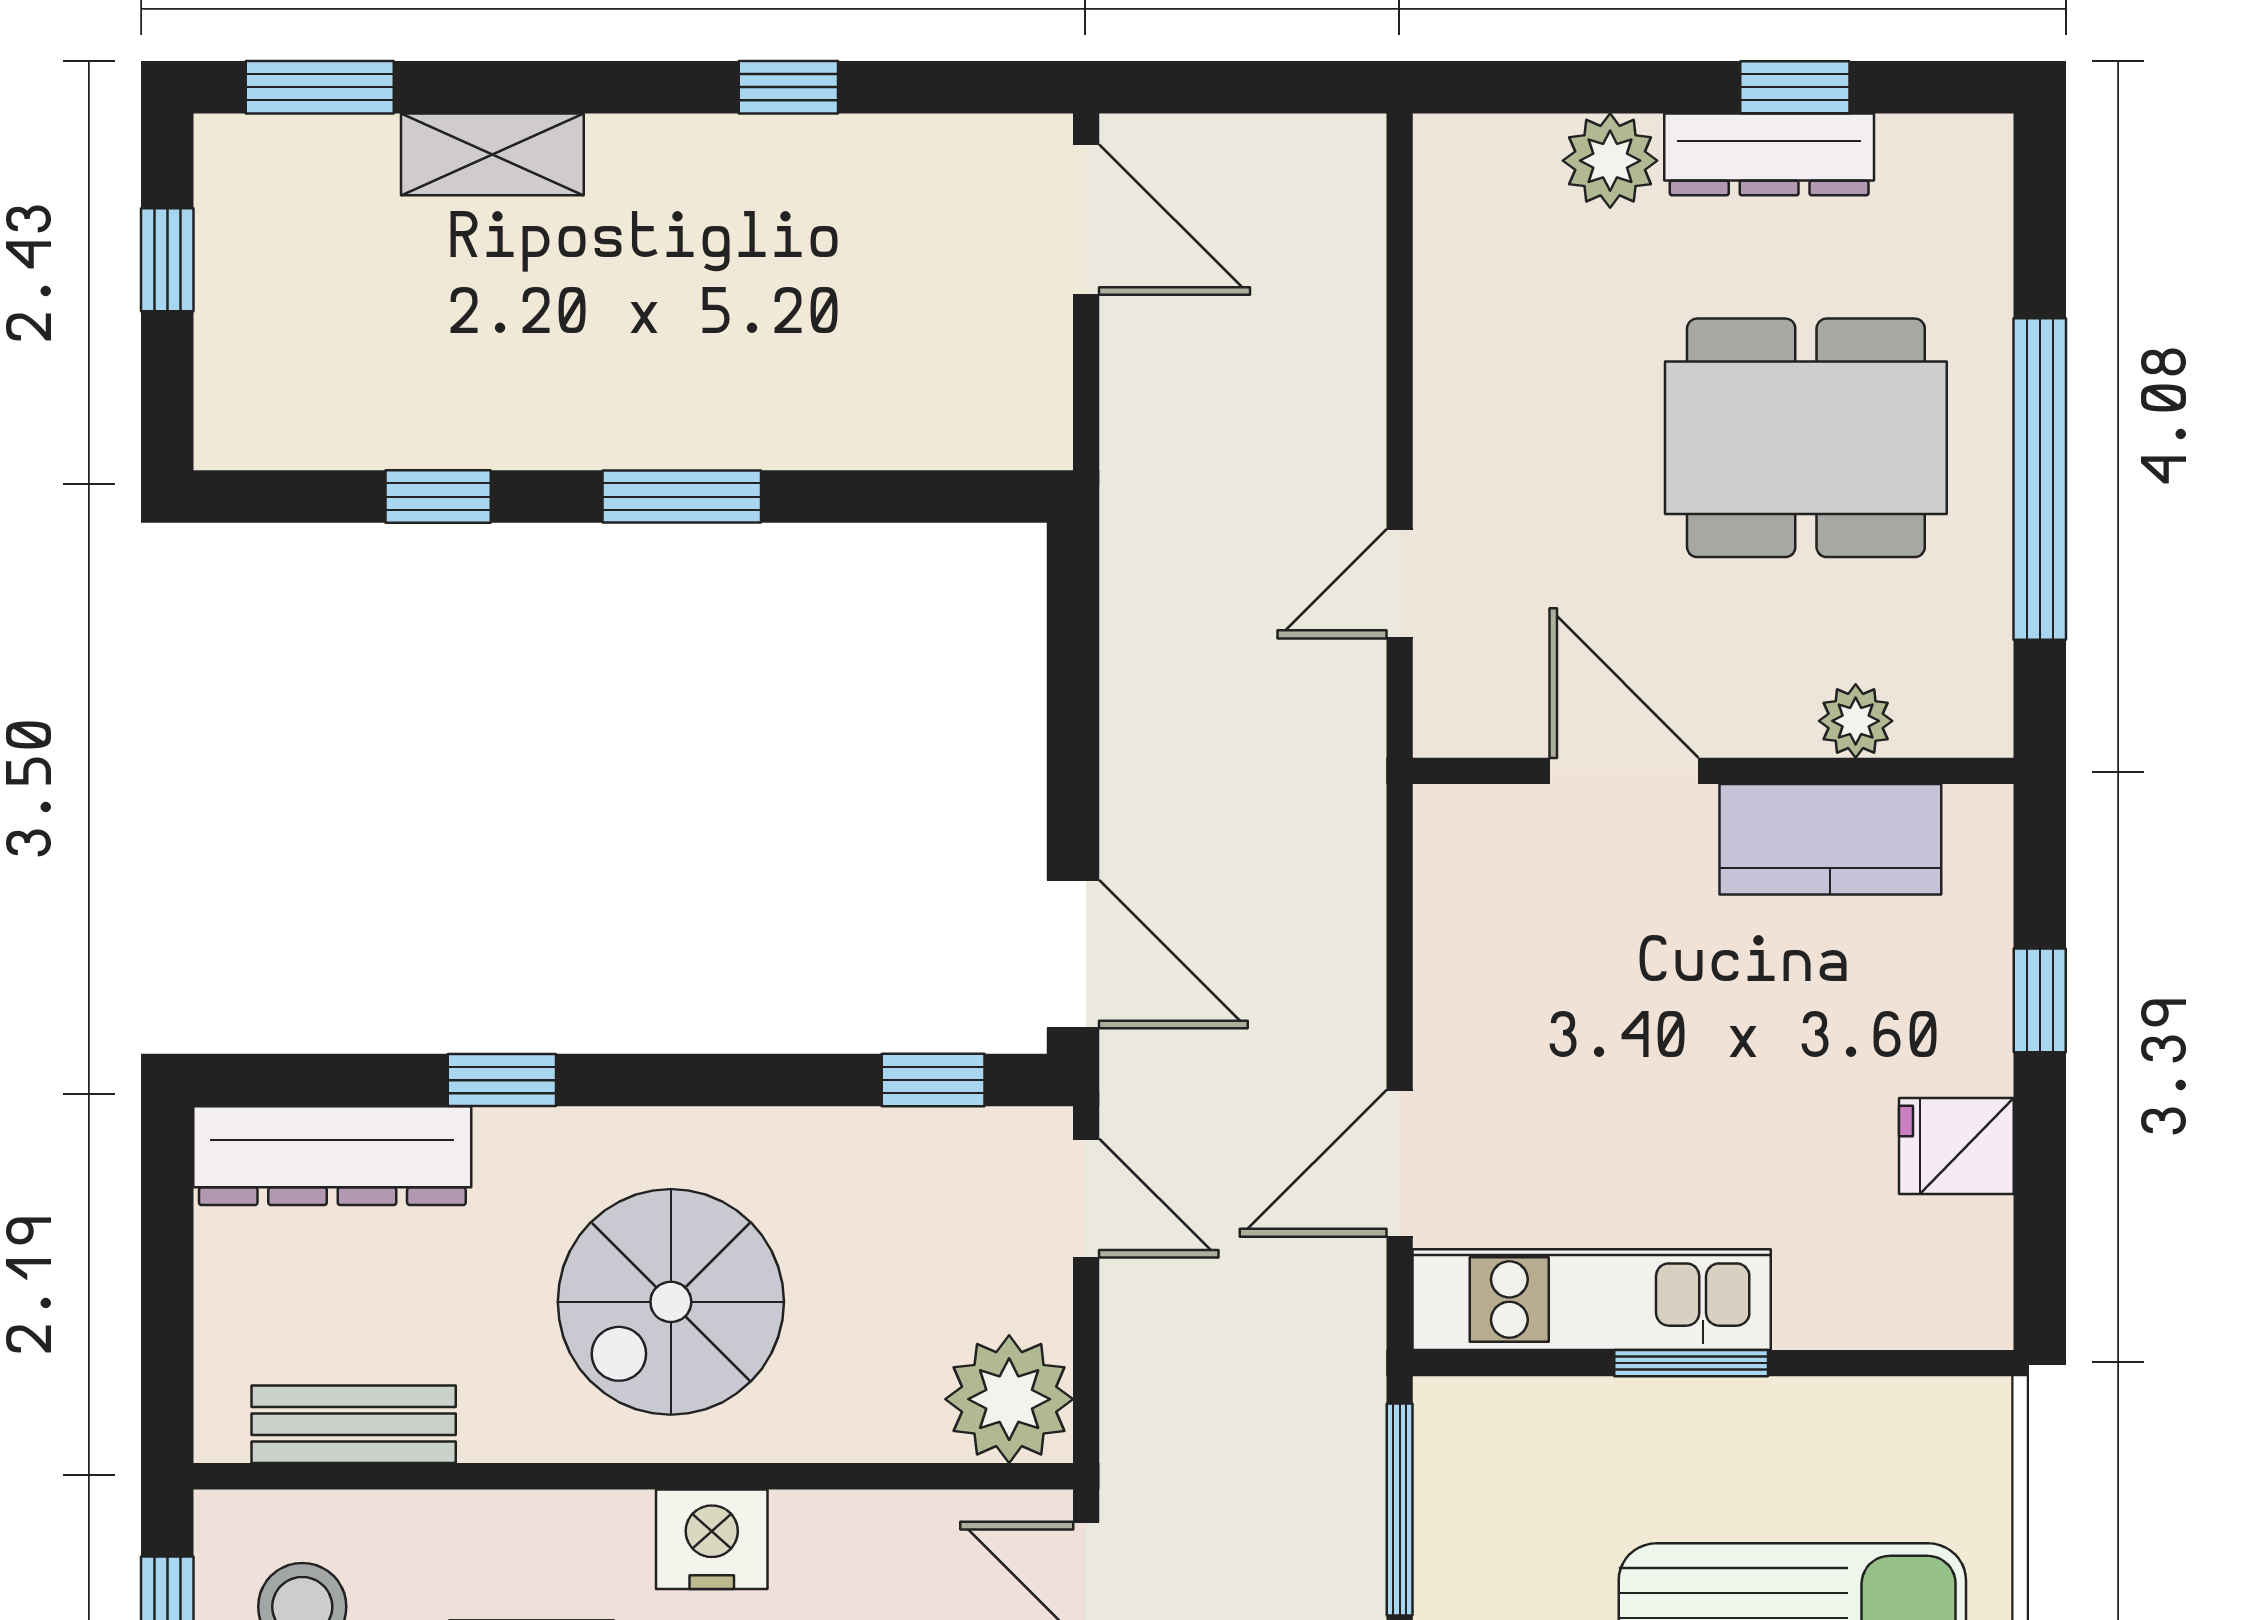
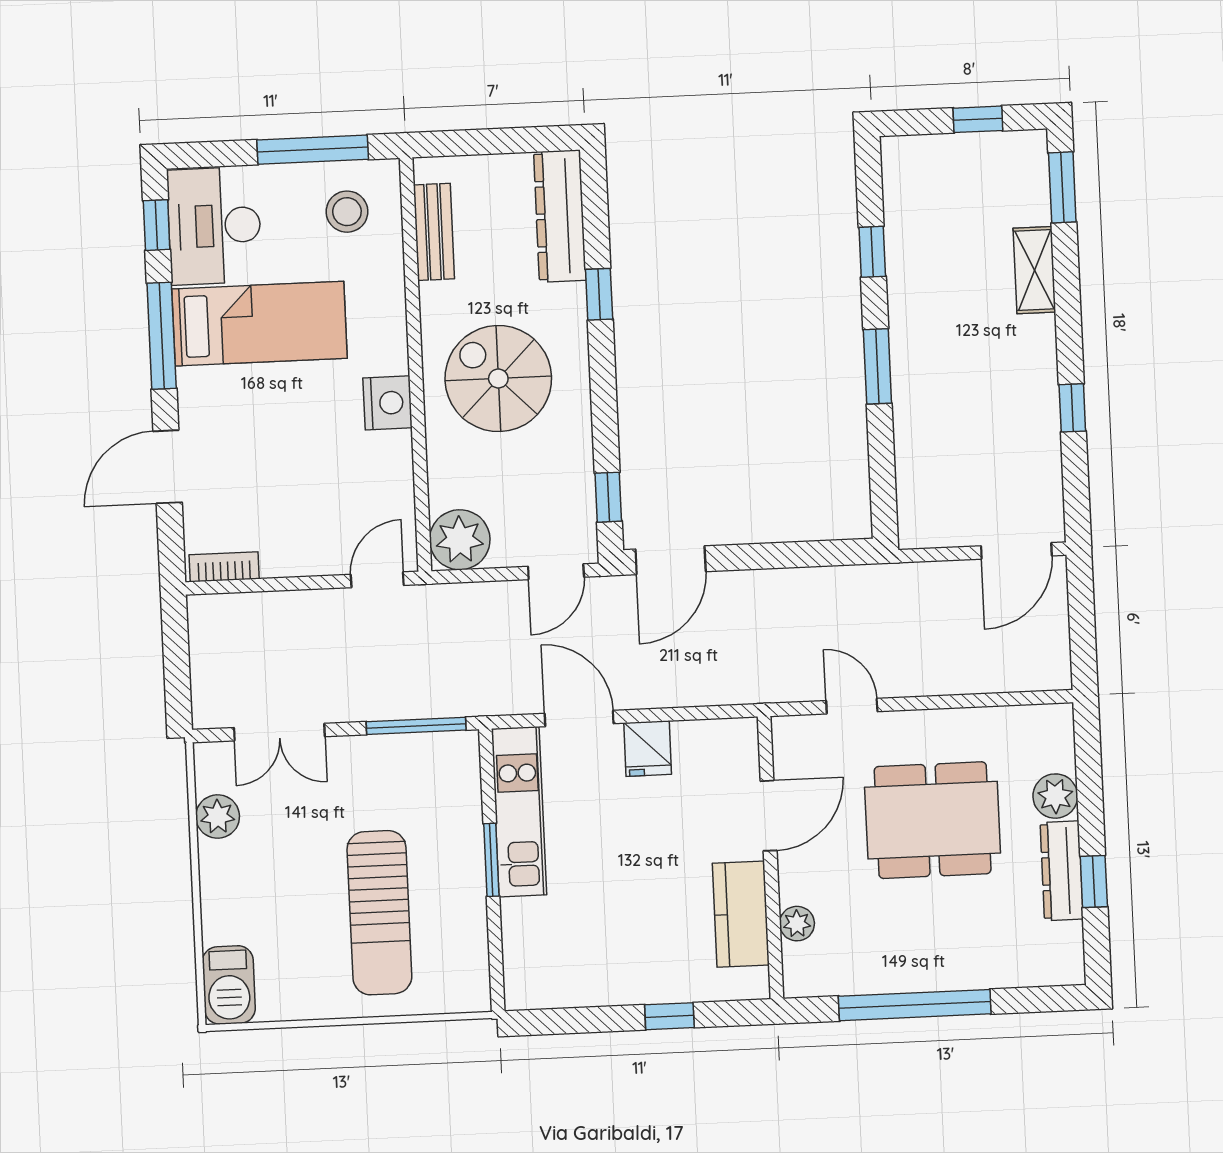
dining table: (1806, 438) -> (933, 820), moved, turned 90
fridge: (1956, 1146) -> (648, 749), moved, turned 180

